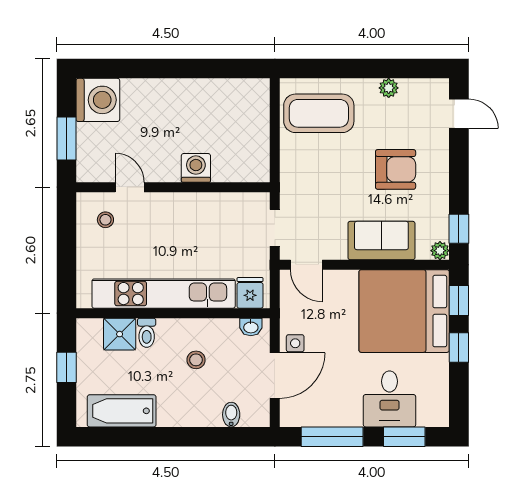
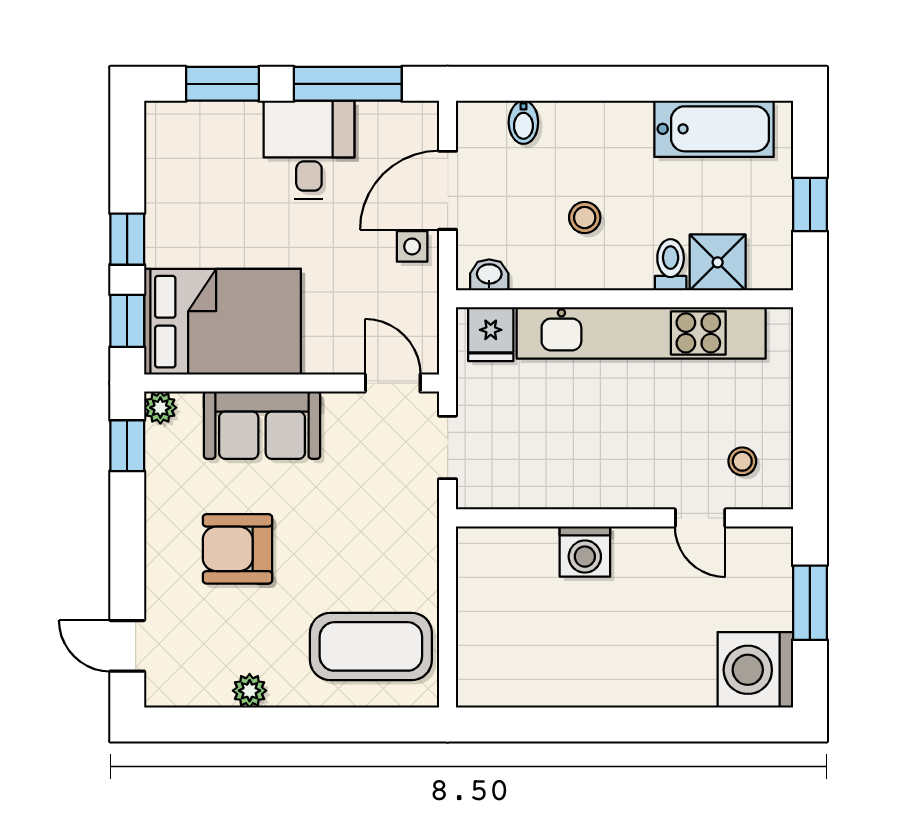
bed: (404, 311) -> (223, 322), width x0.73
desk: (390, 399) -> (309, 150), moved

